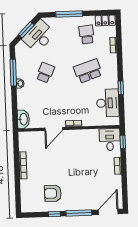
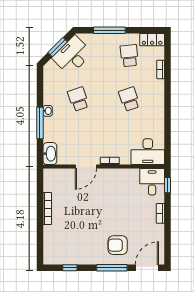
school desk: (88, 71) -> (129, 99), width x0.54
window: (13, 73) -> (40, 123), moved
school desk: (45, 73) -> (78, 99), turned -42
window: (121, 88) -> (167, 120), removed
desk: (108, 103) -> (148, 152), moved, turned 90
armchair: (53, 193) -> (118, 245), moved
window: (54, 214) -> (70, 268), moved

